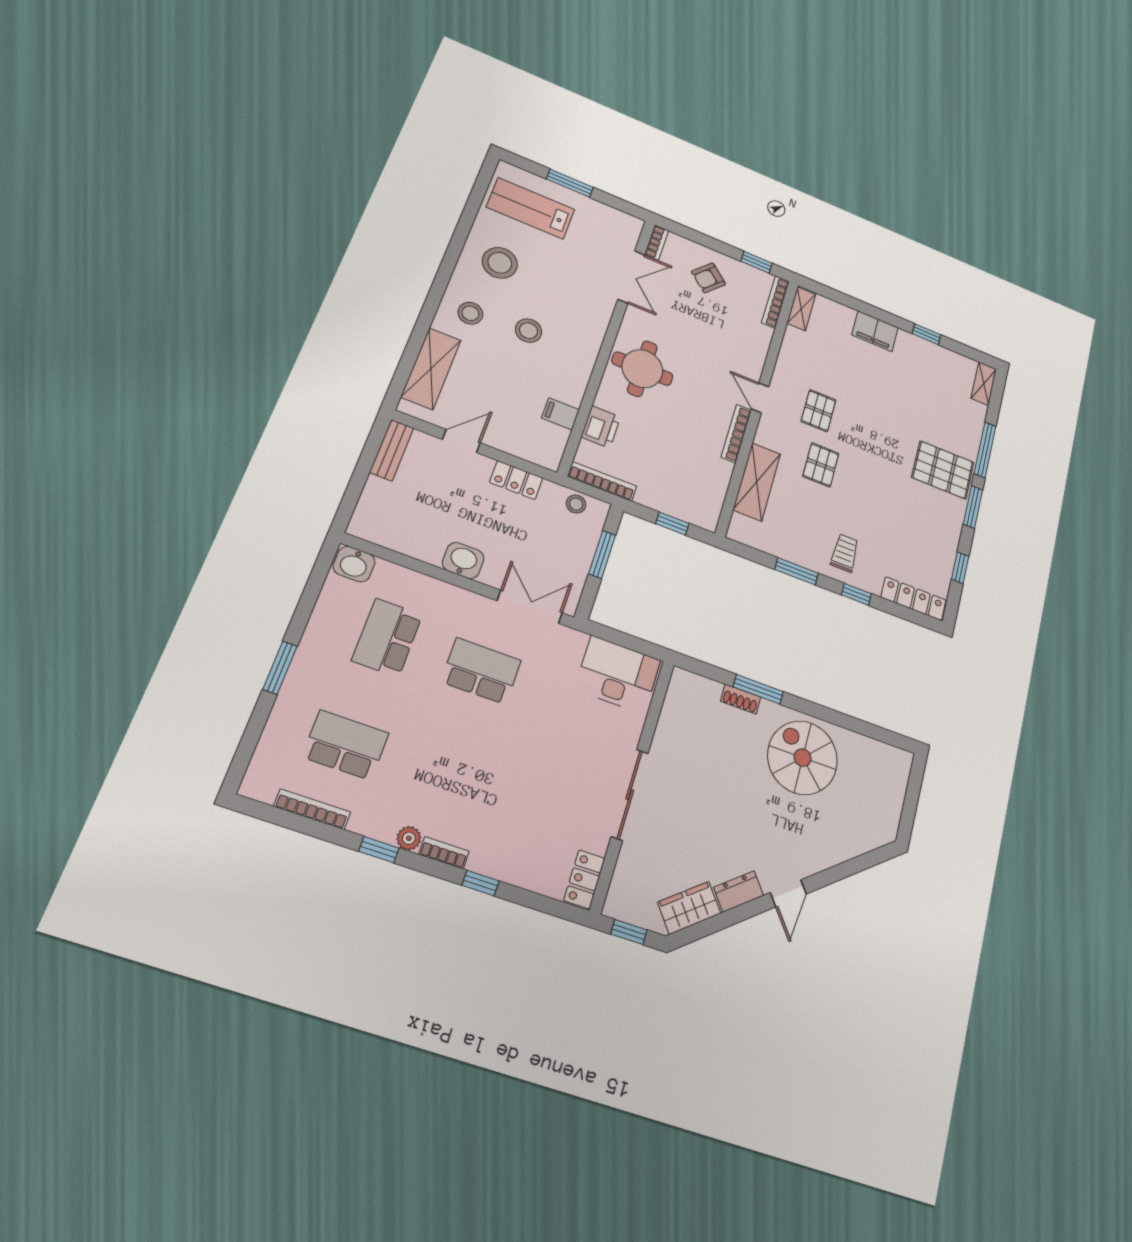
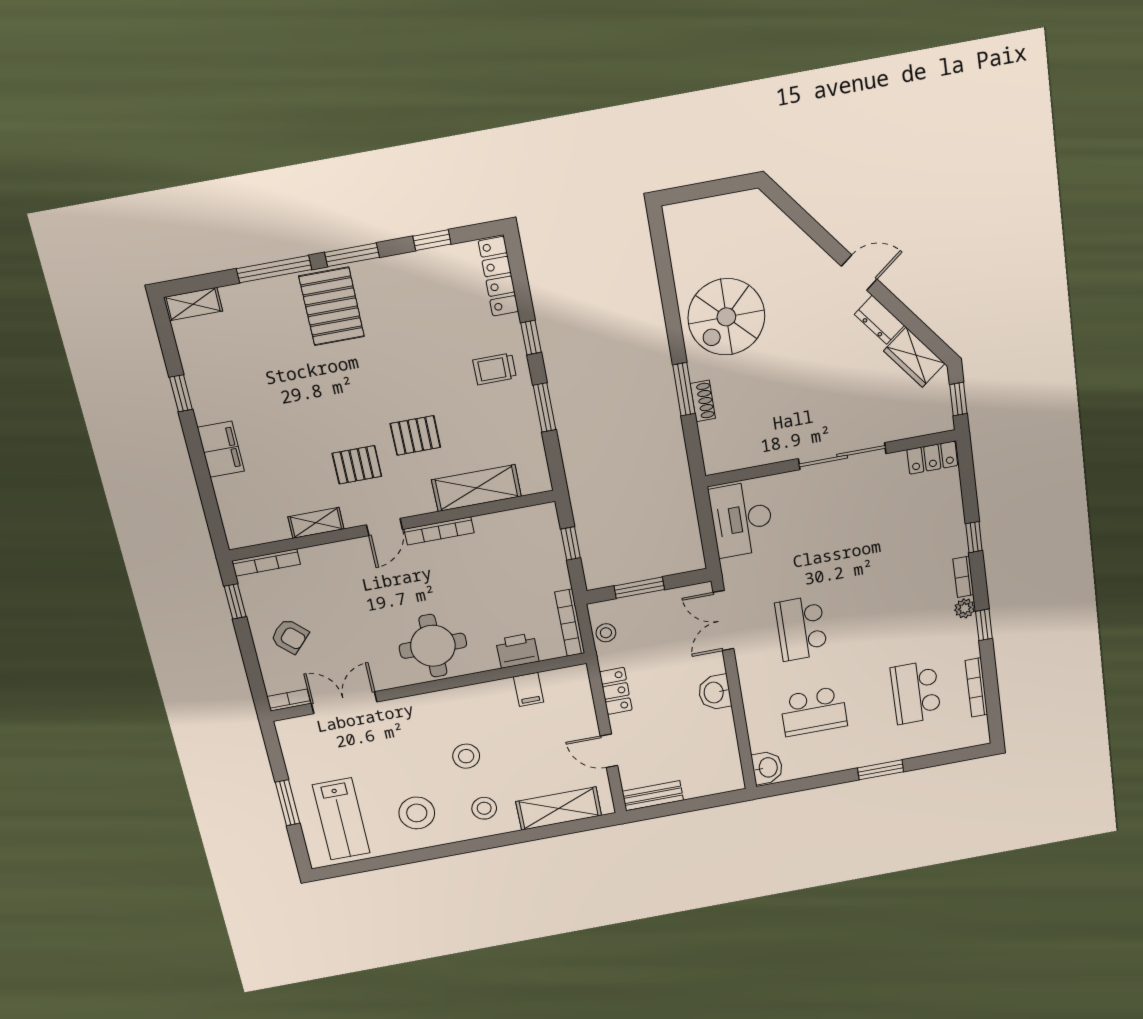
shelving: (801, 309) -> (316, 523), moved

